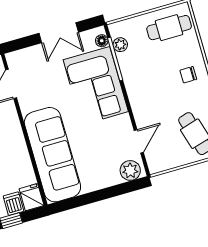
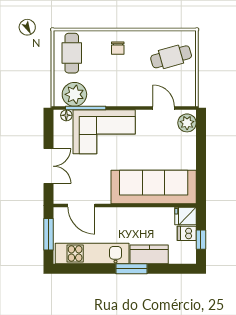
double door: (59, 33) -> (48, 166), moved
plant: (120, 45) -> (74, 94), width x1.88, depth x1.88

